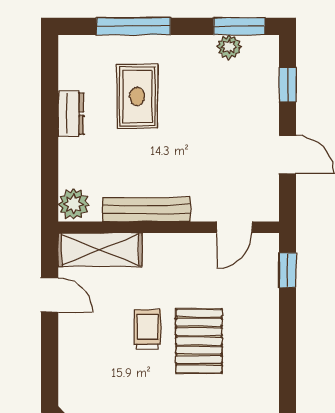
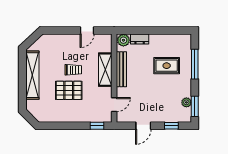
dresser: (71, 114) -> (140, 39), moved
door: (235, 227) -> (114, 105), swing flipped
shelving: (100, 250) -> (105, 70), moved

